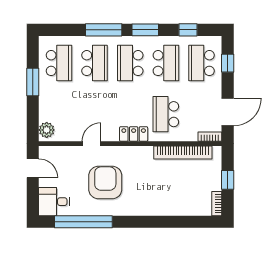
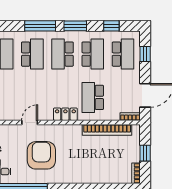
school desk: (202, 63) -> (123, 54), turned 180

